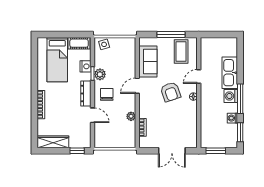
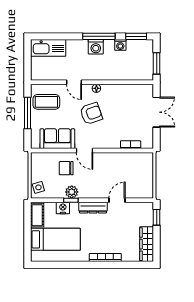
kitchen sink: (230, 73) -> (48, 48), moved
chair: (107, 94) -> (66, 168), moved
plant: (131, 116) -> (118, 157), removed

